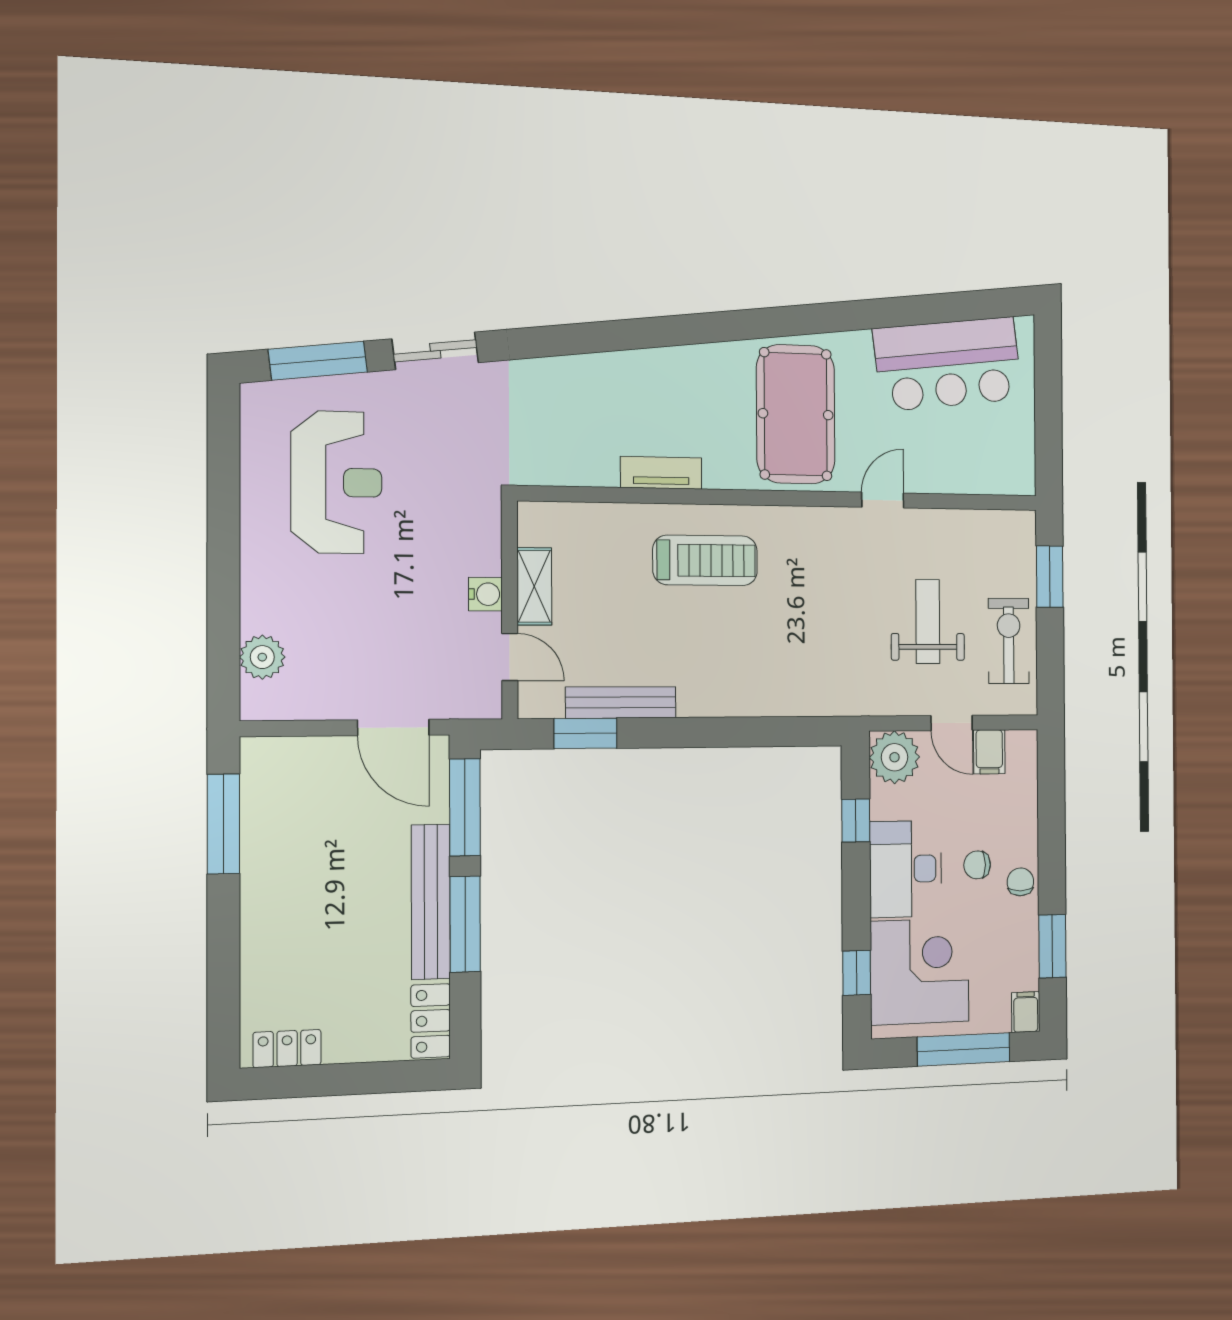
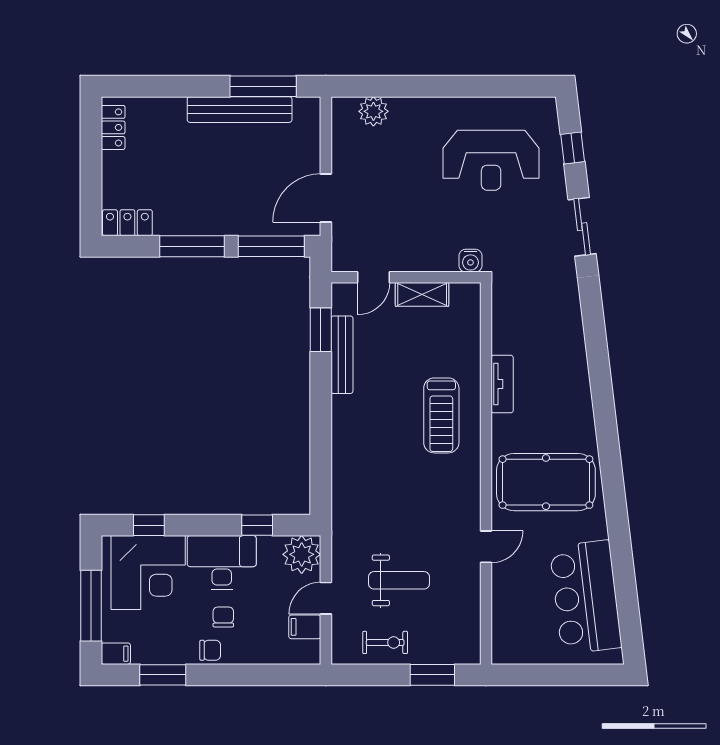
window: (318, 361) -> (573, 148), width x0.46
door: (883, 500) -> (486, 547), hinge flipped
water cooler: (485, 594) -> (470, 261), moved
exercise bike: (1009, 641) -> (385, 642), width x0.73, depth x0.72
bench: (431, 902) -> (240, 110), moved

